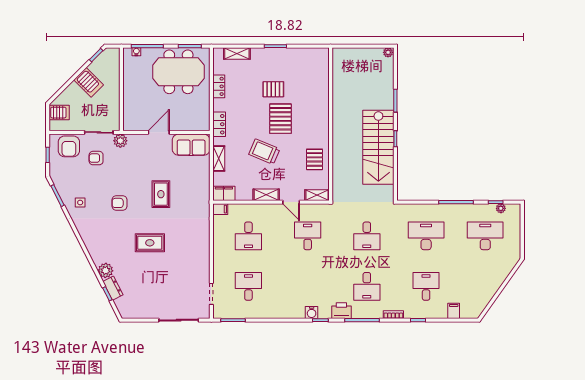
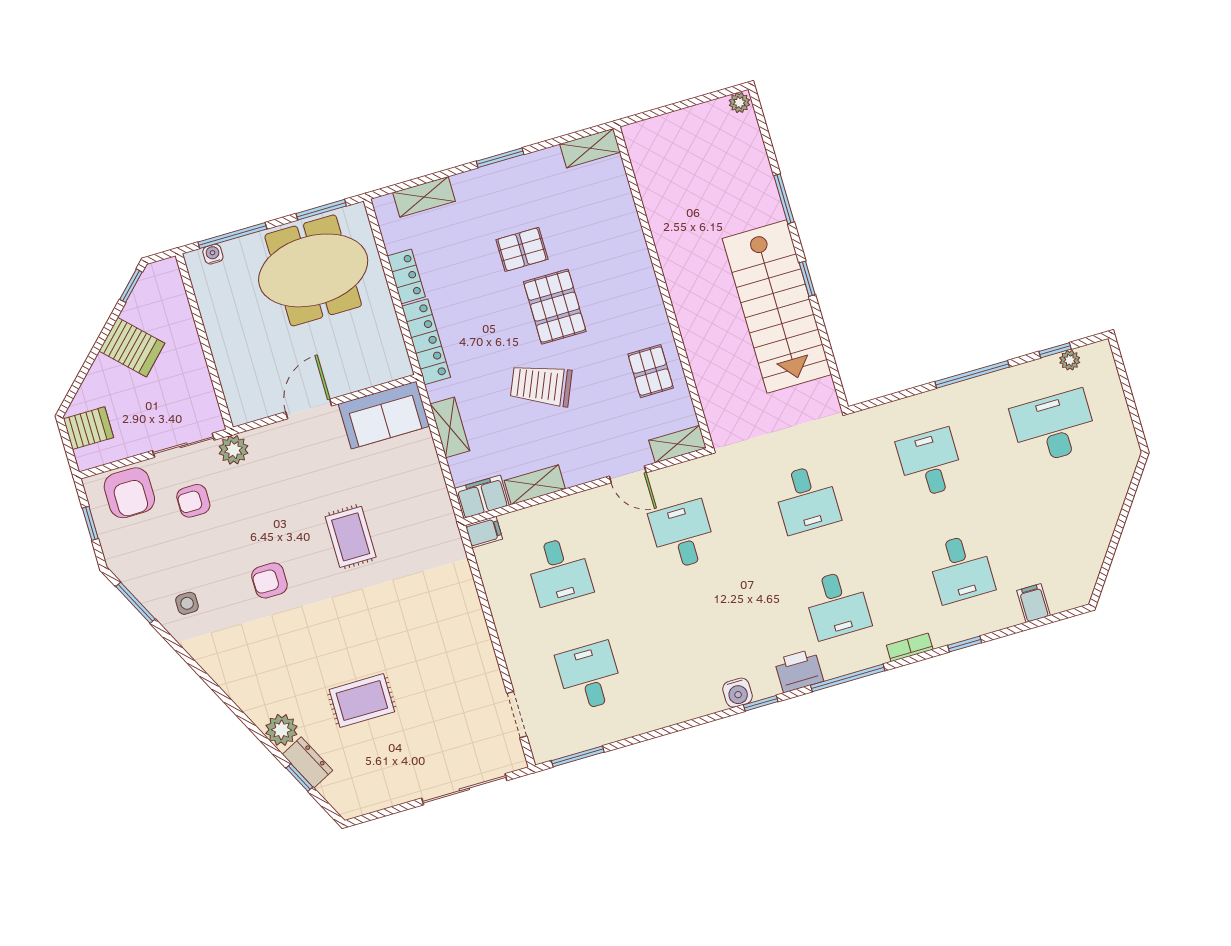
shelving: (316, 53) -> (590, 148), added
locker: (219, 124) -> (426, 342), width x1.53
shelving: (266, 195) -> (535, 485), moved
desk: (426, 236) -> (930, 463), width x0.73
rug: (150, 243) -> (362, 701), moved
desk: (426, 286) -> (961, 569), turned 180

